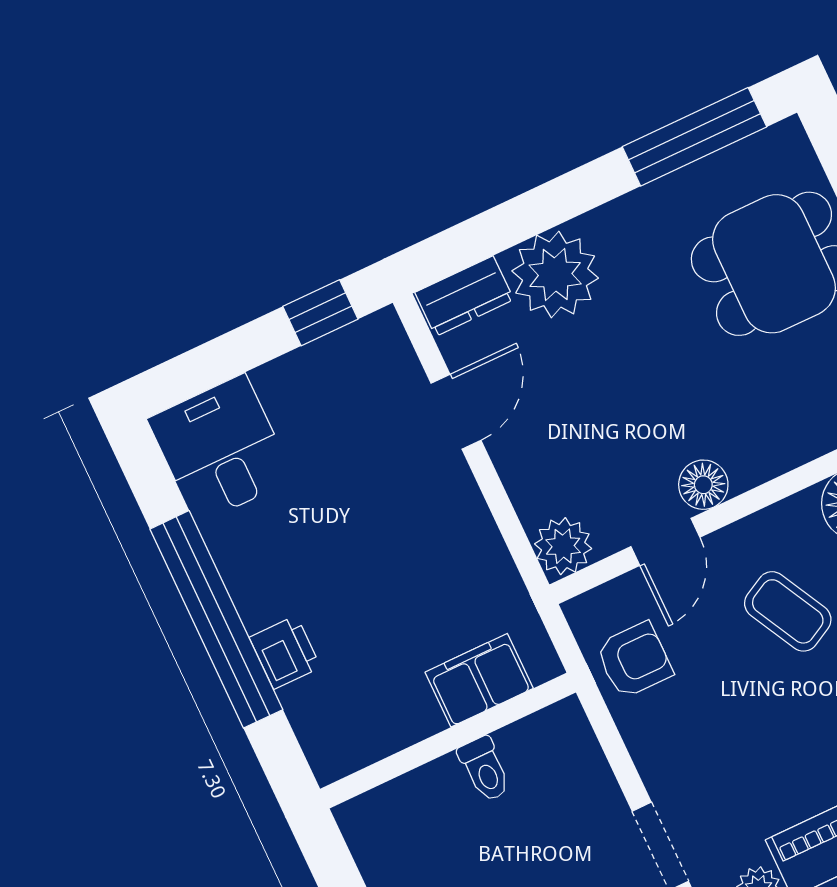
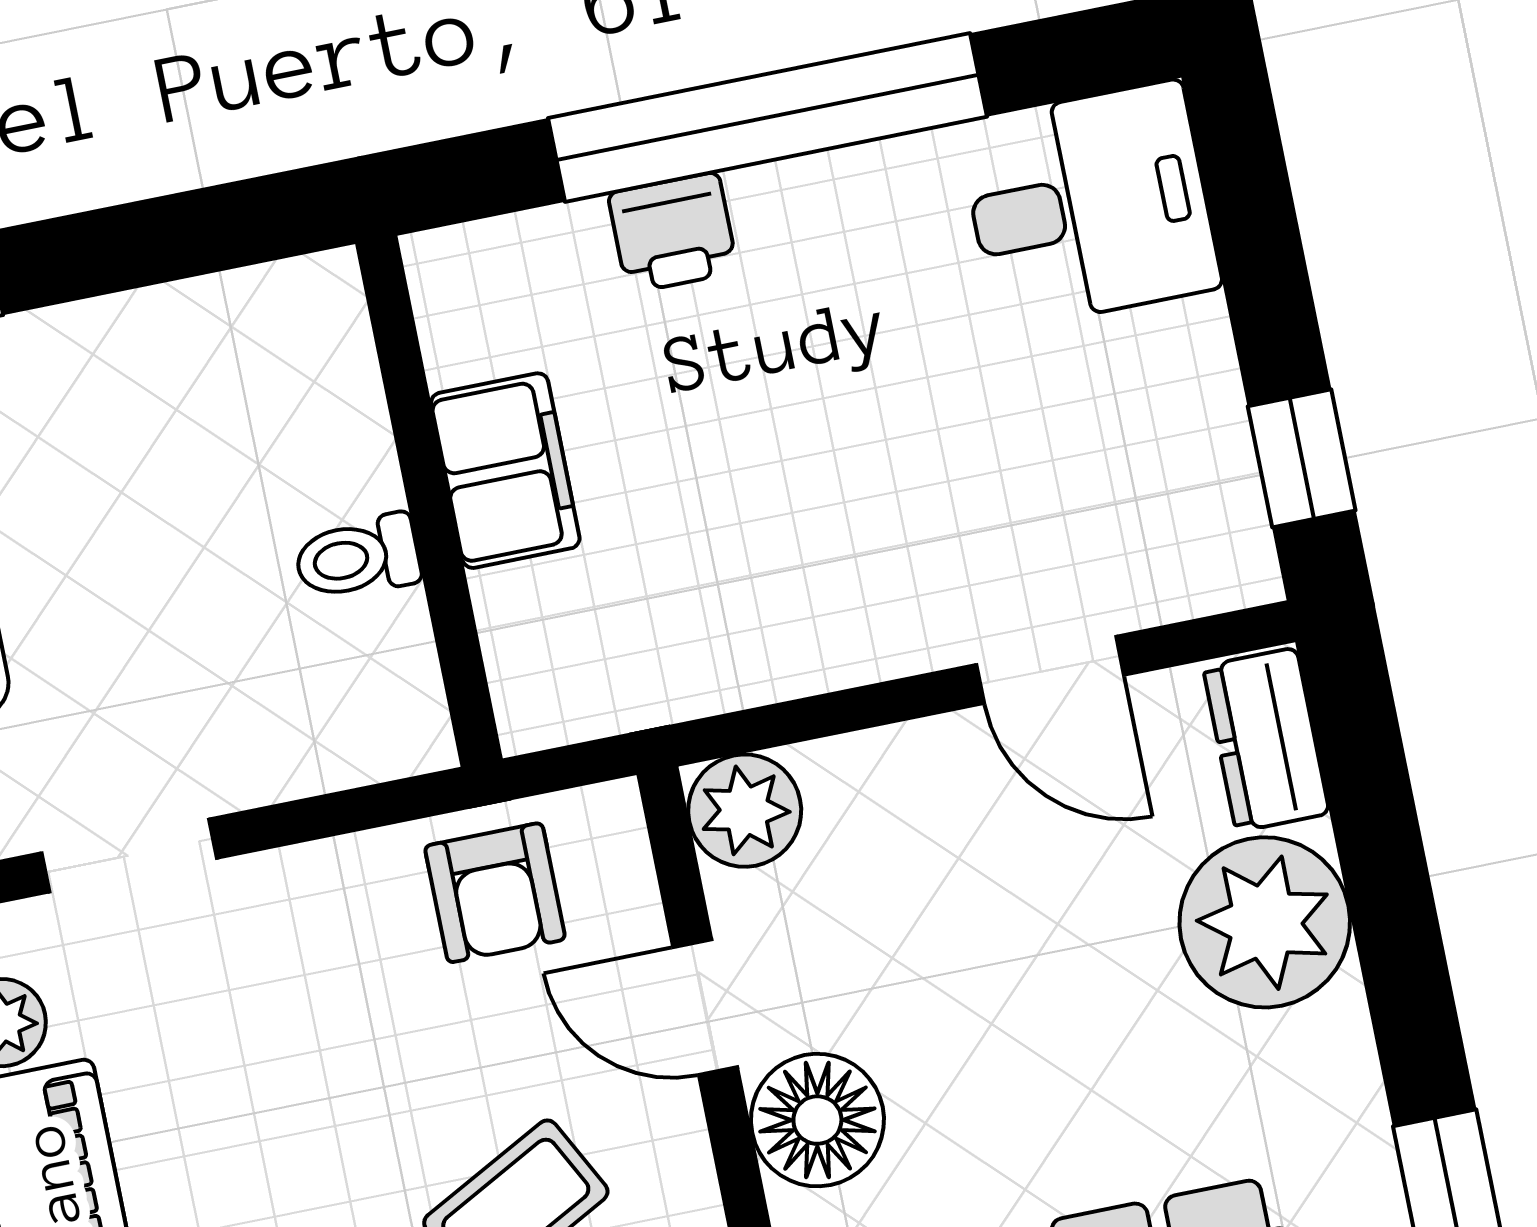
floor lamp: (703, 485) -> (817, 1120), width x1.38, depth x1.38
filing cabinet: (479, 680) -> (505, 471), moved

